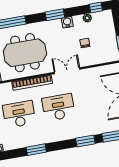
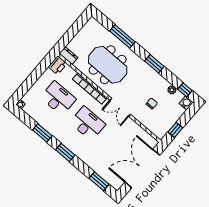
water cooler: (67, 22) -> (186, 103), moved
double door: (67, 71) -> (120, 107), swing flipped
window: (85, 141) -> (65, 152), moved

